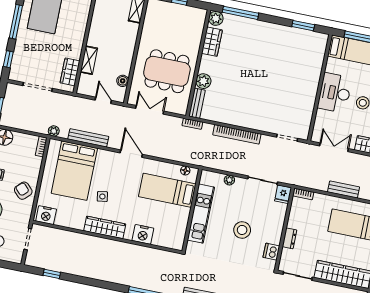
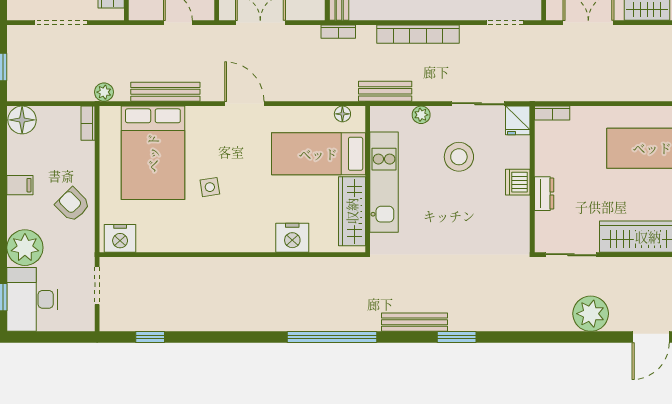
bench: (344, 189) -> (385, 91), moved
wardrobe: (105, 227) -> (352, 211), moved, turned -90
stool: (242, 230) -> (459, 157), moved
dishwasher: (271, 252) -> (518, 182), moved

